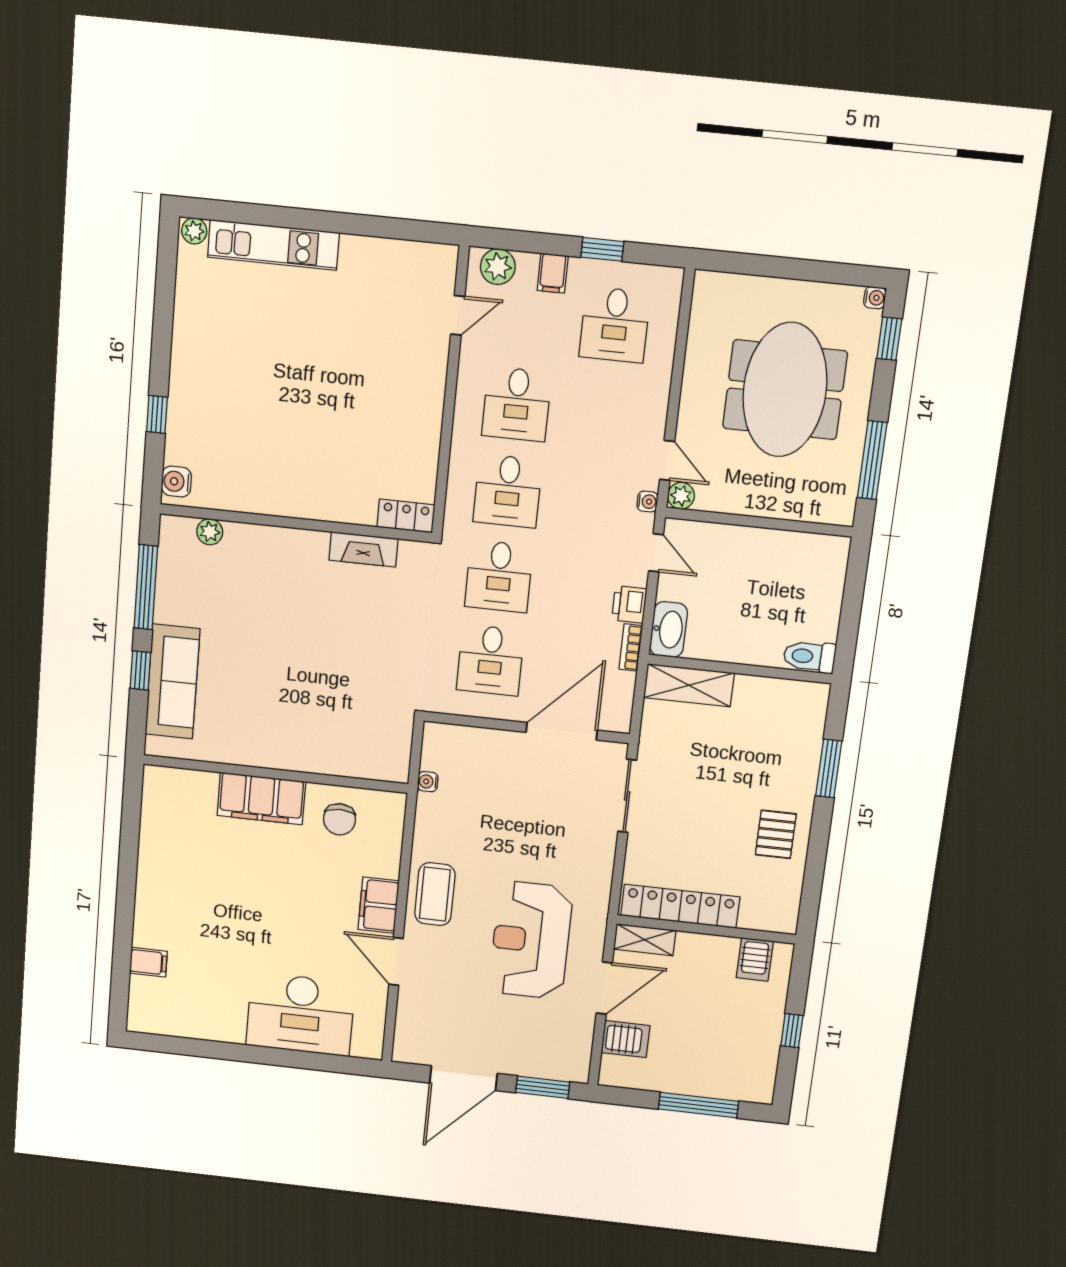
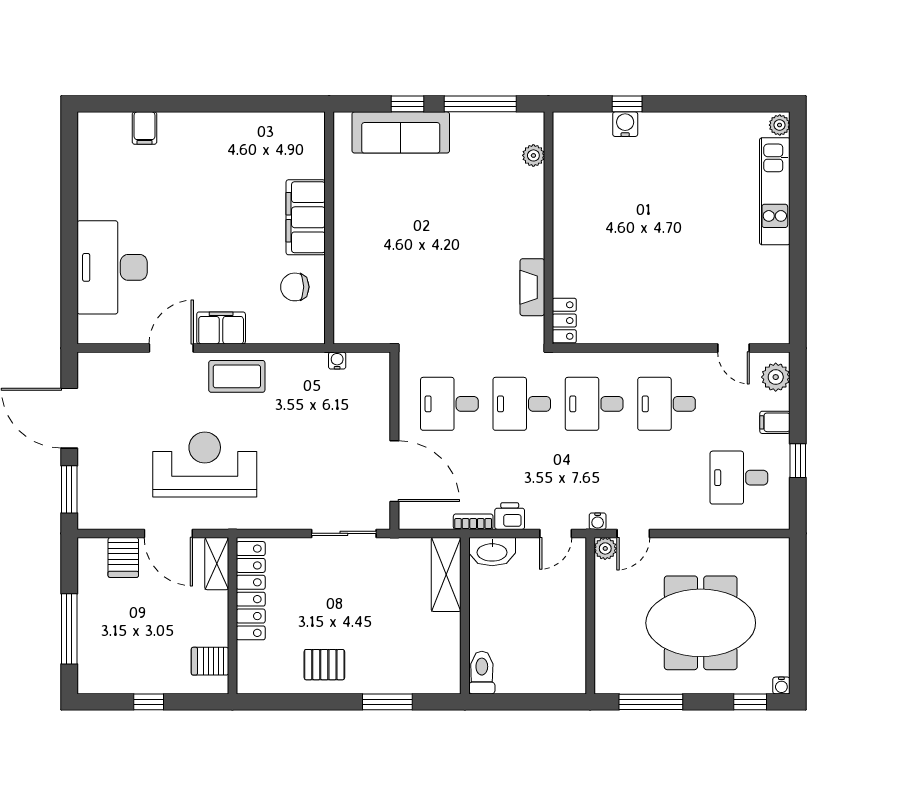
water cooler: (176, 482) -> (625, 124), moved

